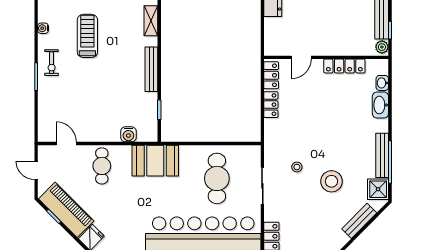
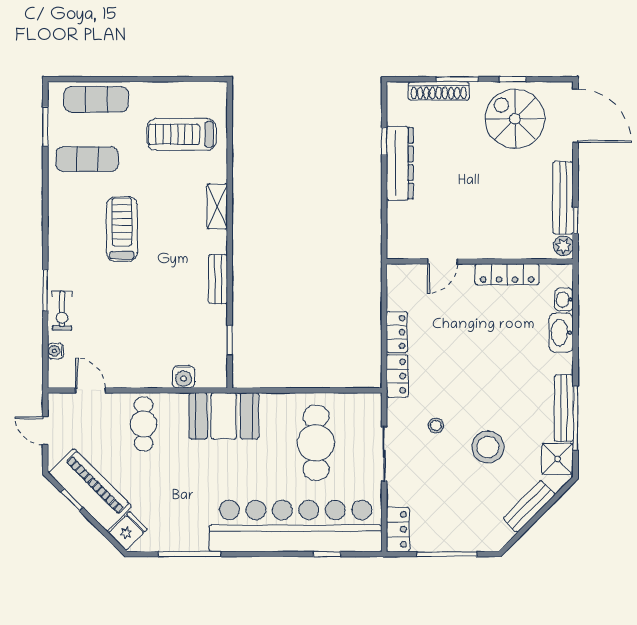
water cooler: (43, 28) -> (55, 351), moved
exercise bike: (52, 63) -> (62, 311), moved
bench: (151, 69) -> (218, 279), width x0.73
locker: (271, 75) -> (397, 376), moved

